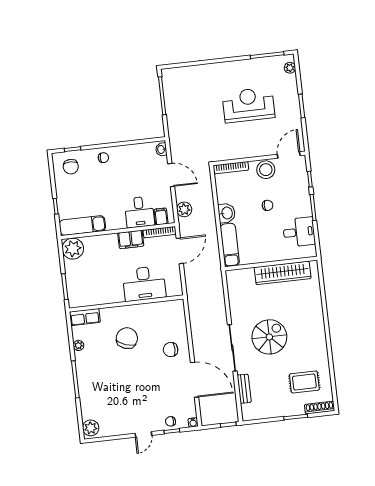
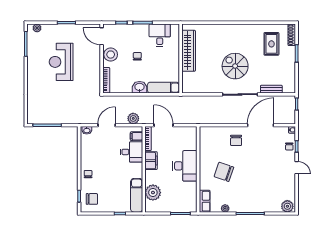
plant: (73, 249) -> (153, 193), moved
desk: (144, 284) -> (185, 166), moved

